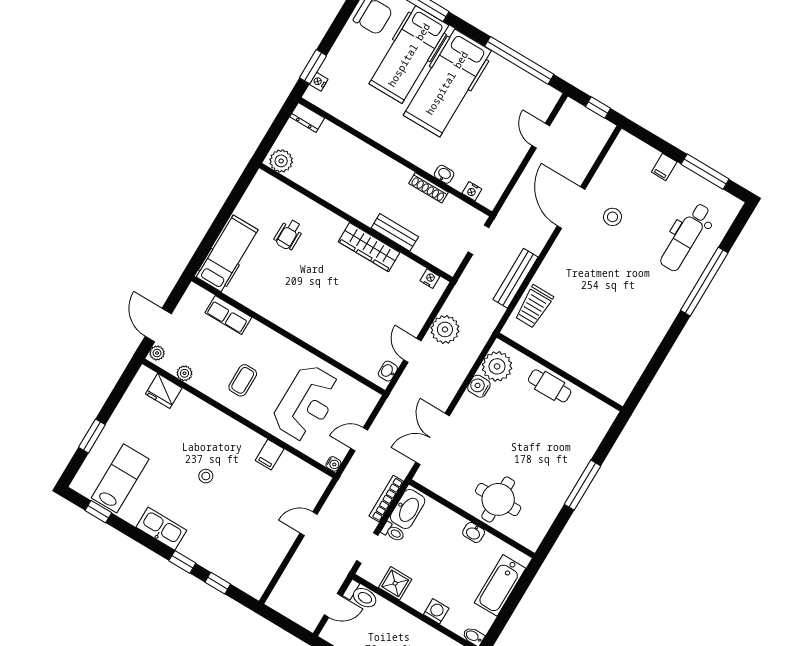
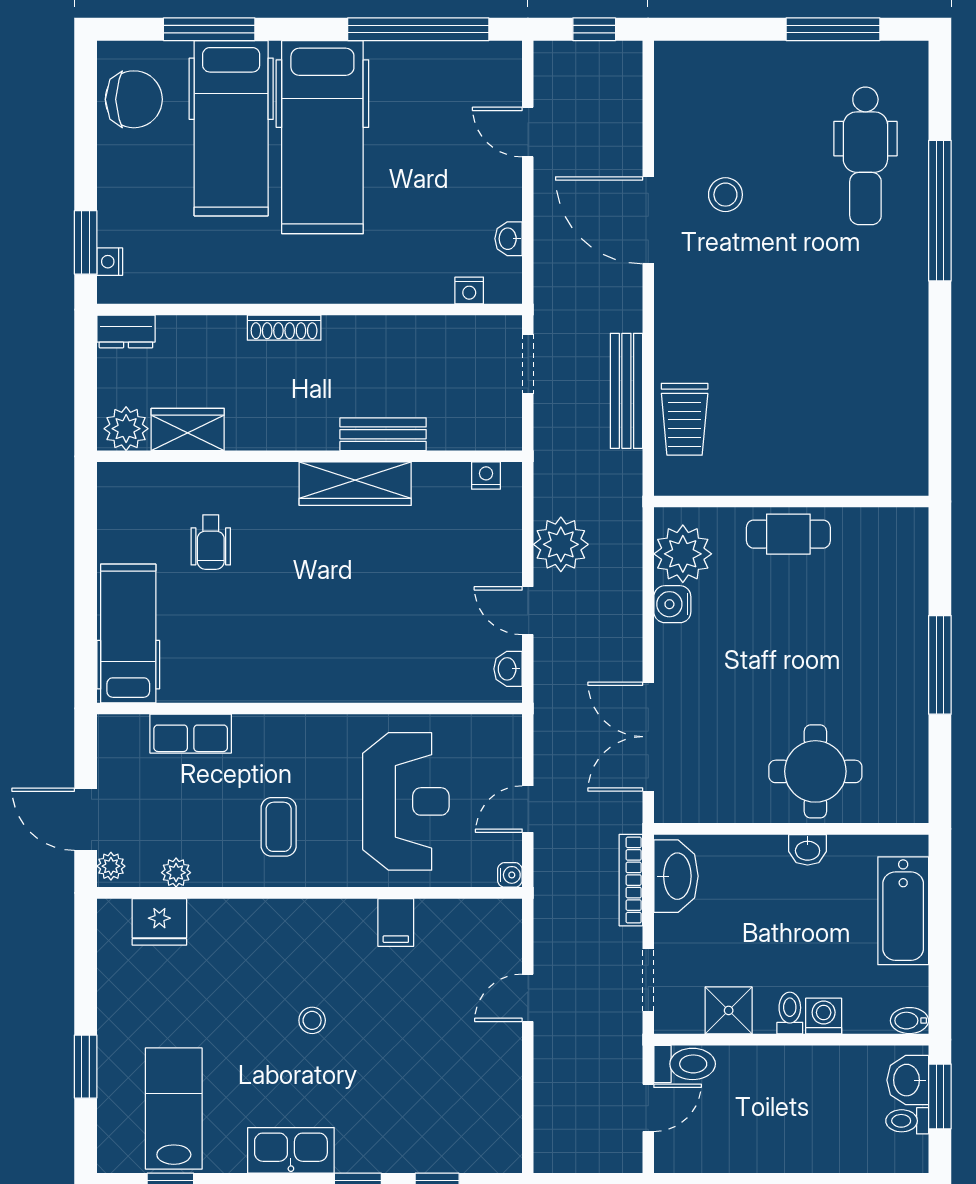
filing cabinet: (664, 167) -> (761, 62), removed
washbasin: (444, 174) -> (508, 239), moved, turned -90
wardrobe: (308, 178) -> (188, 430), added
shoe rack: (429, 188) -> (284, 328), moved
toilet: (393, 532) -> (790, 1013), moved, turned -90

